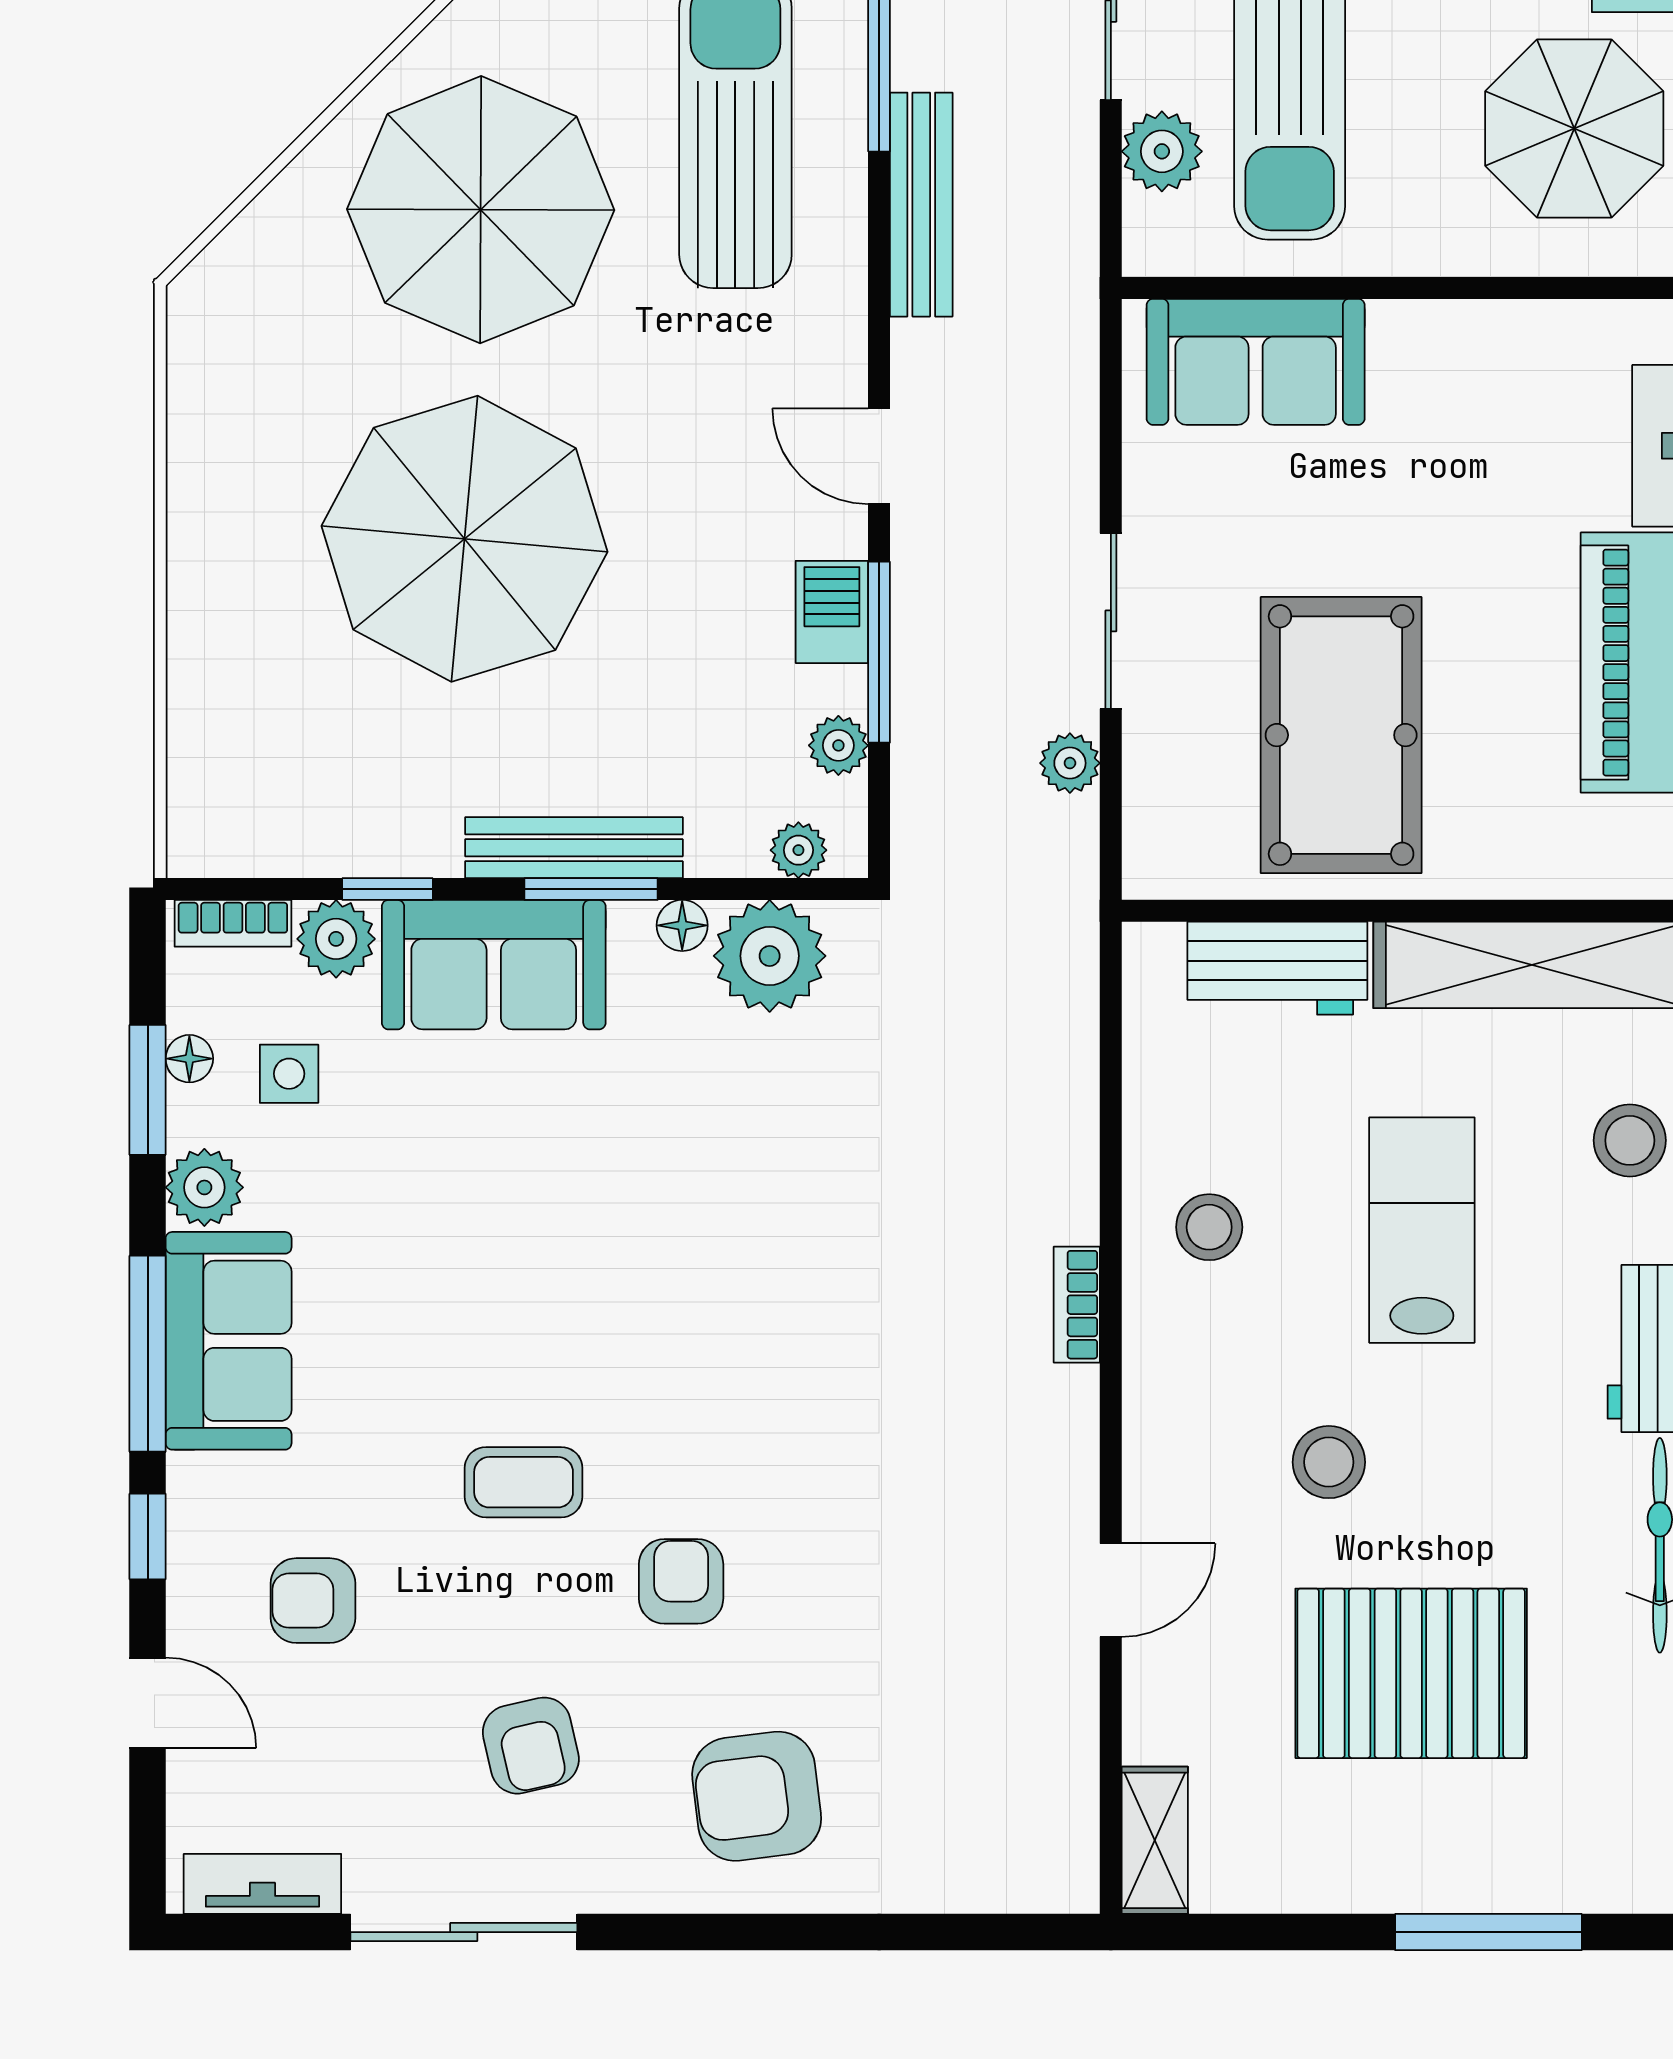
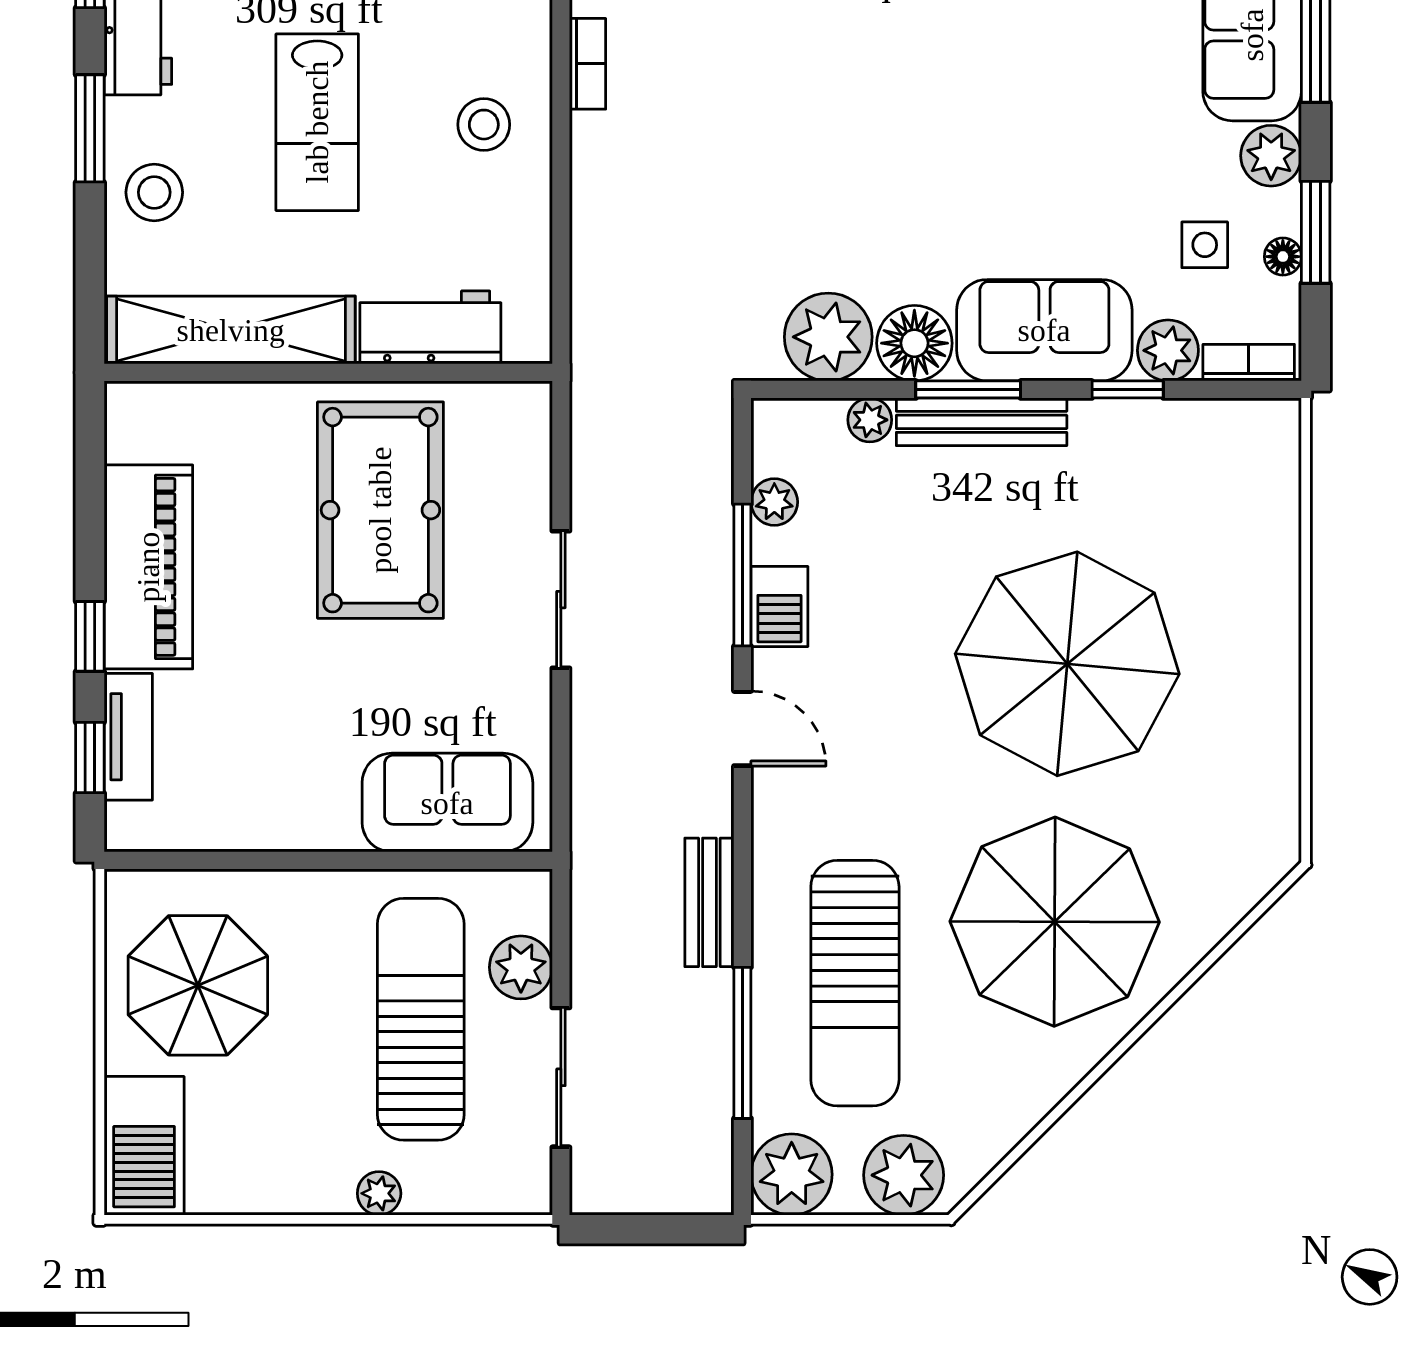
bench: (921, 205) -> (709, 902), width x0.73
plant: (1070, 763) -> (593, 488), removed
plant: (798, 850) -> (870, 420), moved
floor lamp: (682, 925) -> (914, 343), width x1.89, depth x1.89

